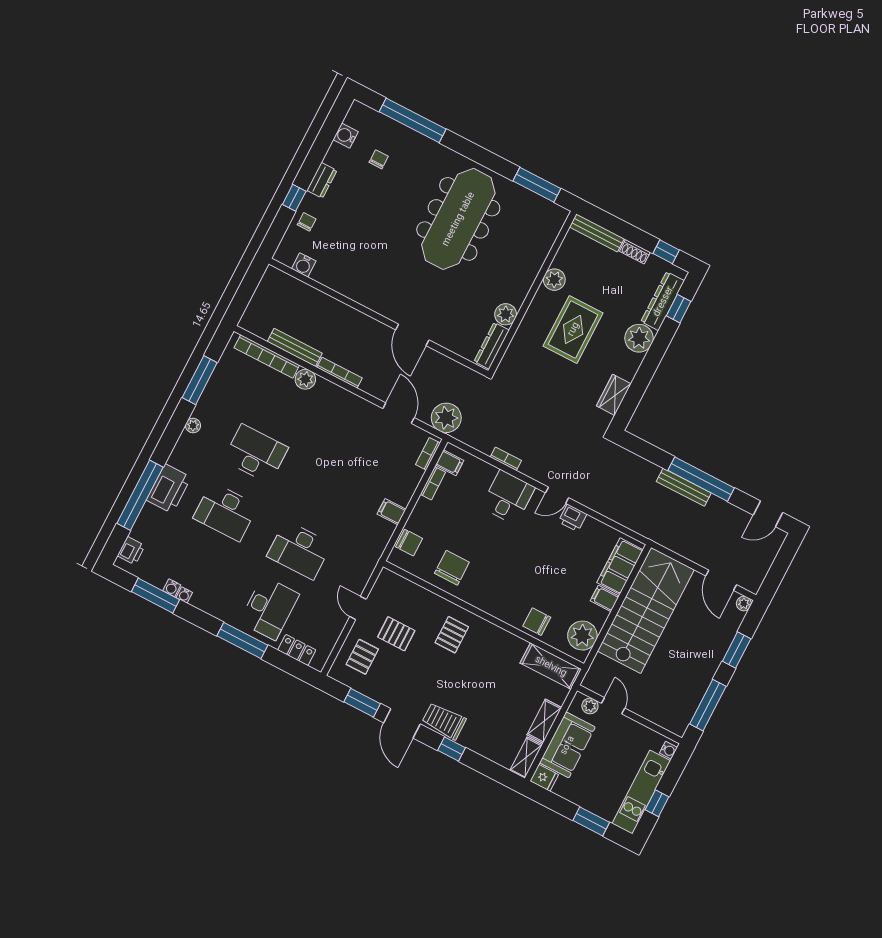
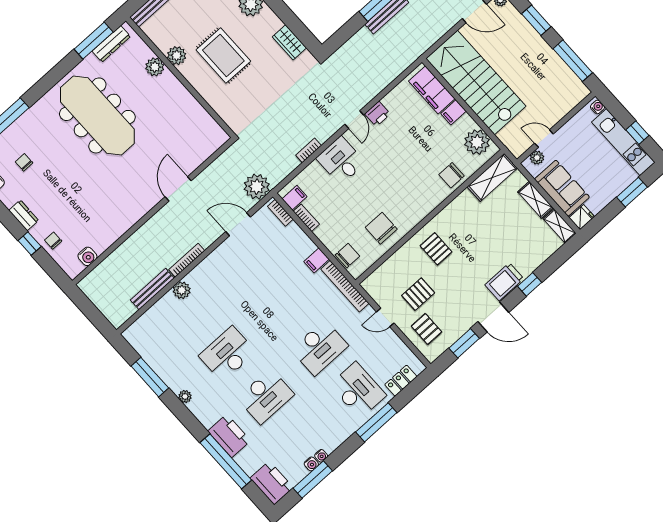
plant: (506, 314) -> (155, 67), moved
door: (412, 335) -> (178, 189), swing flipped
dresser: (492, 346) -> (111, 44), moved, turned -90
bookcase: (267, 356) -> (345, 286), moved, turned 90
printer: (131, 551) -> (272, 483), width x1.87, depth x1.48

